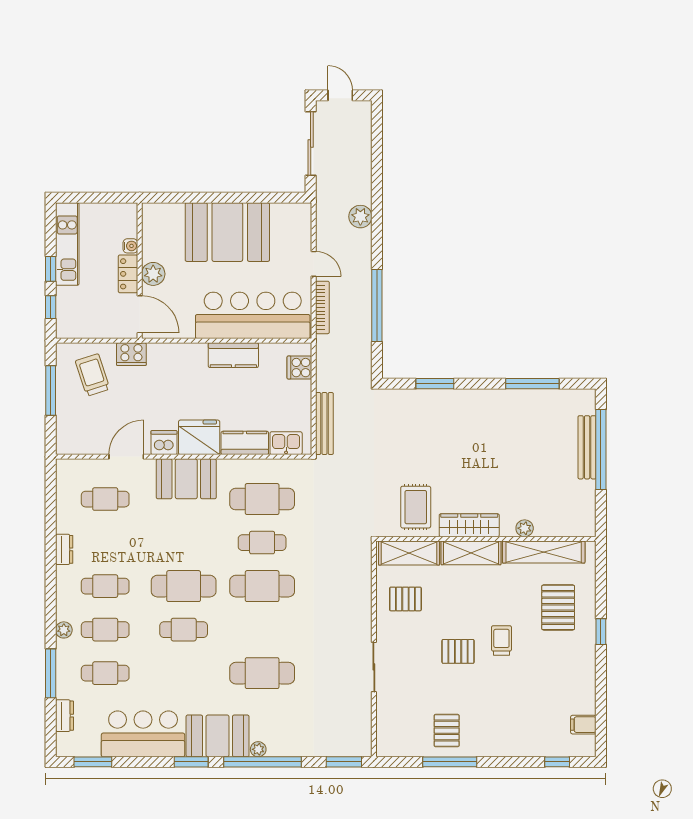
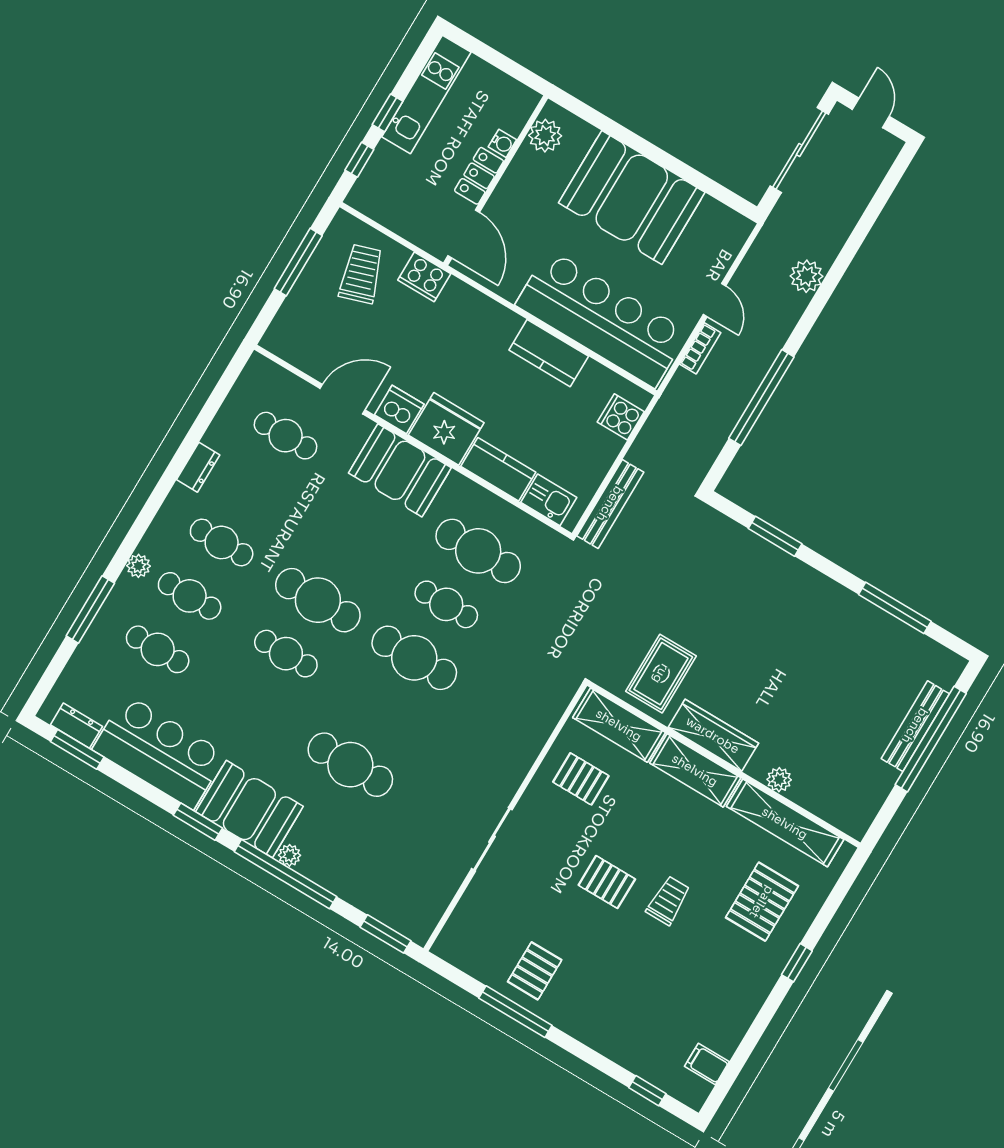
plant: (153, 274) -> (545, 136), moved
bookcase: (322, 307) -> (700, 348), width x0.64
dresser: (65, 716) -> (76, 726), moved, turned -90

